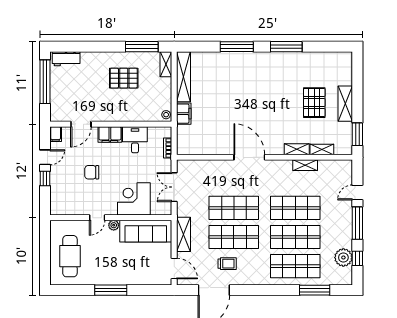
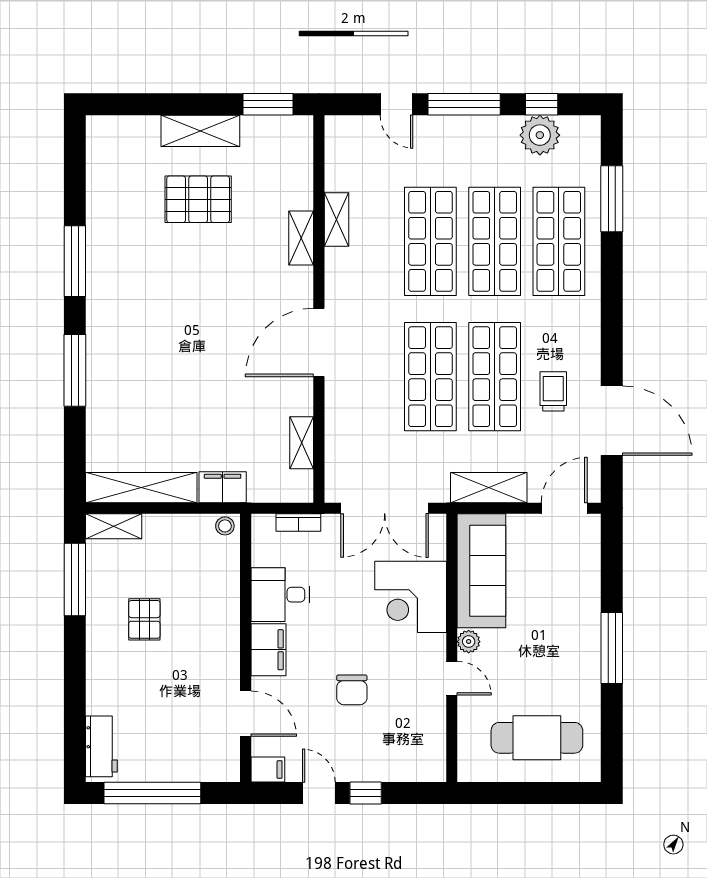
pallet: (124, 78) -> (144, 619), width x0.67, depth x0.71
shelving: (322, 149) -> (302, 443), moved
double door: (174, 187) -> (385, 508), width x1.37

